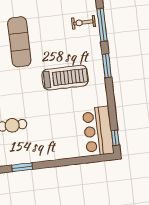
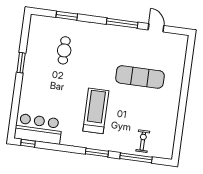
treadmill: (65, 78) -> (96, 111), turned 180
window: (22, 167) -> (21, 63), moved

